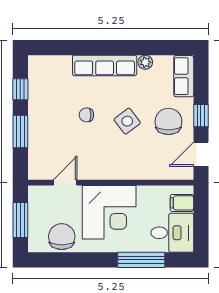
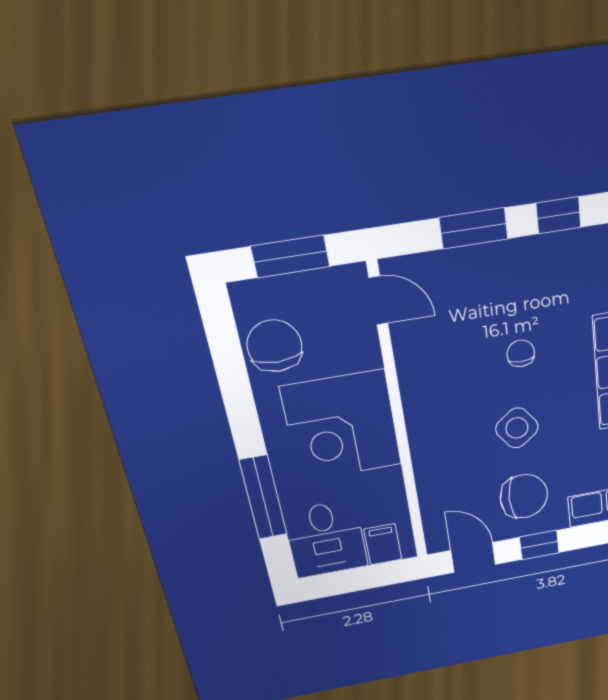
door: (65, 183) -> (378, 300), moved
chair: (62, 237) -> (274, 346), turned -90

